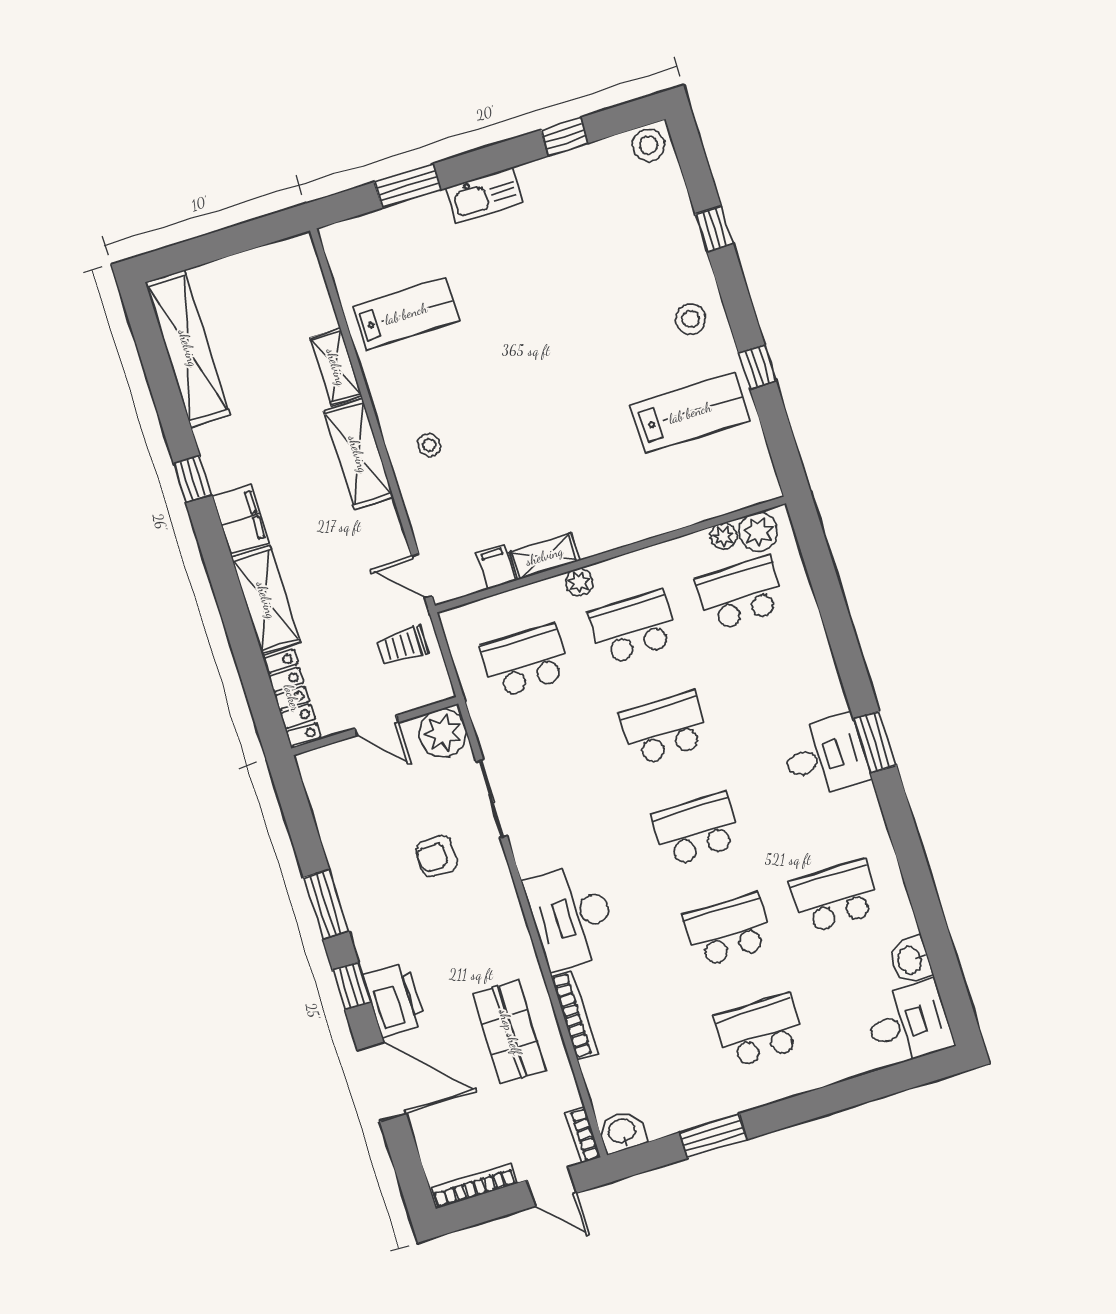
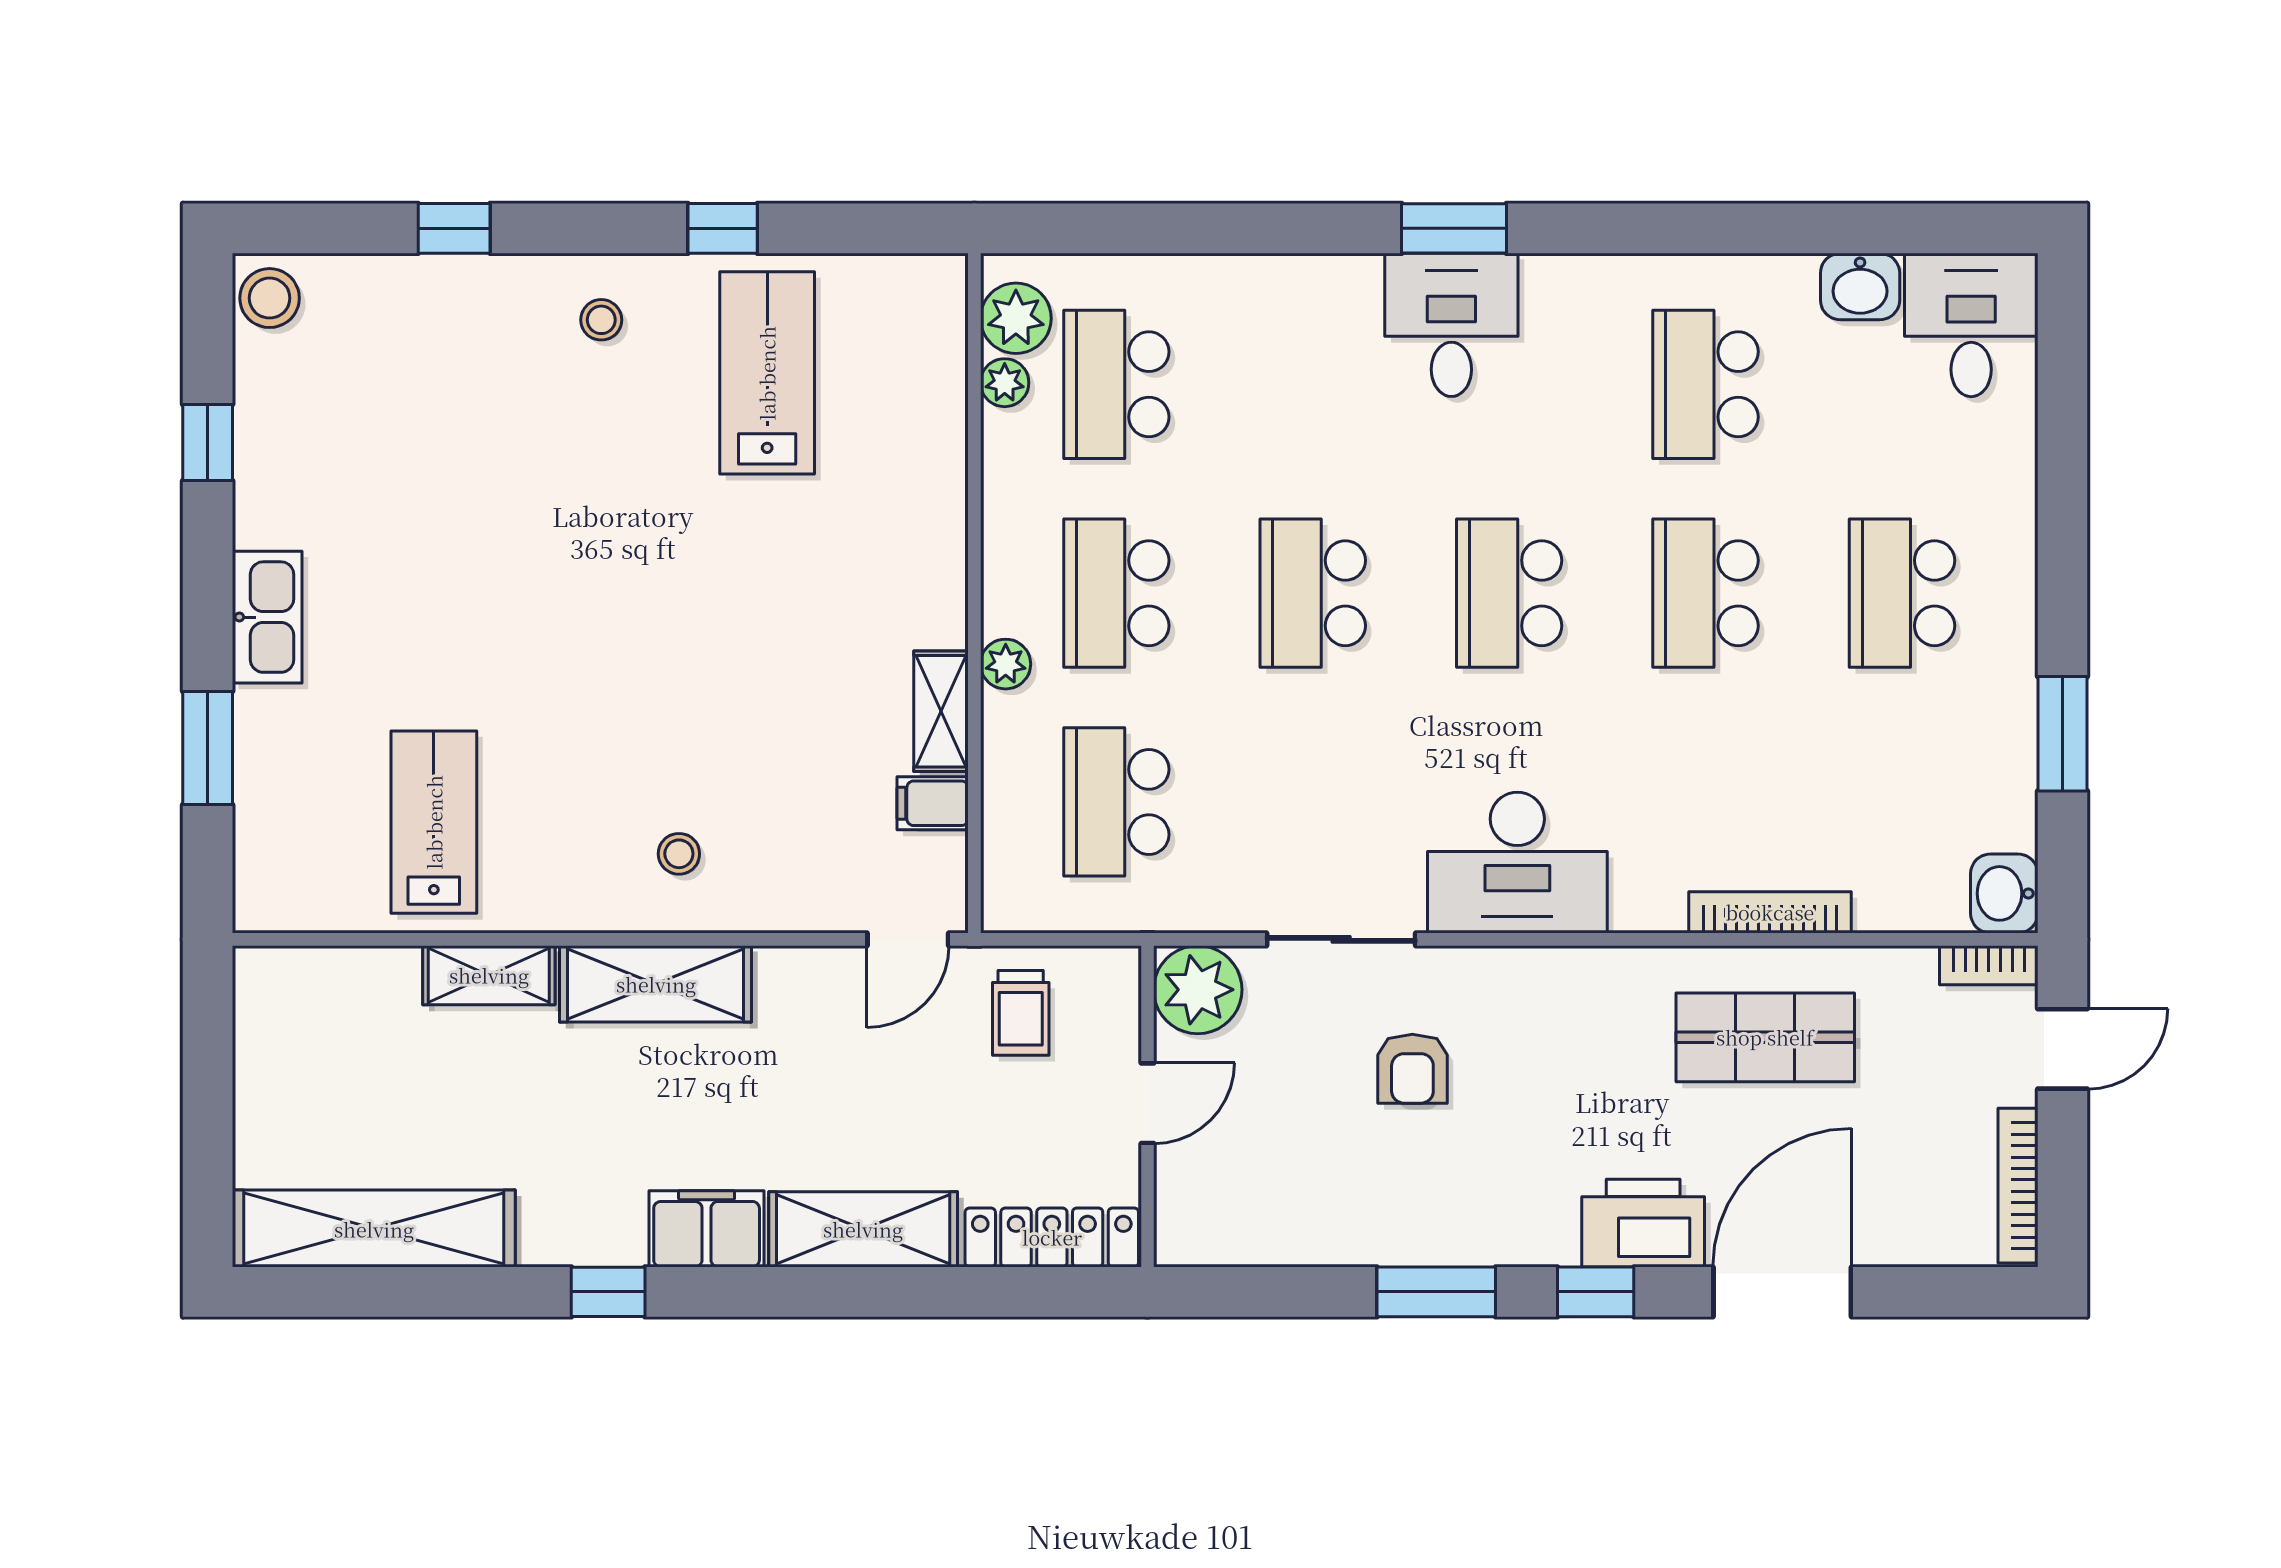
stool: (691, 319) -> (601, 320), width x0.73, depth x0.73
desk: (572, 916) -> (1517, 863), moved

